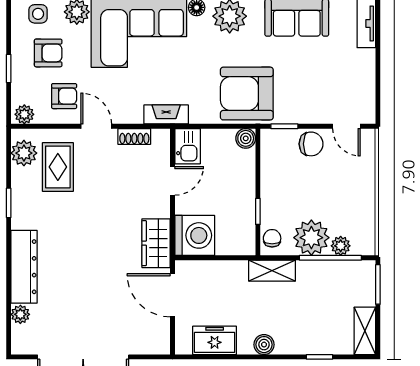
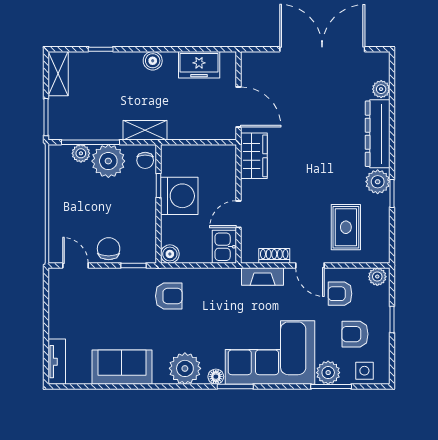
armchair: (247, 94) -> (169, 296), width x0.53, depth x0.53
fireplace: (166, 114) -> (263, 276), moved
chair: (311, 144) -> (109, 249), turned 90
plant: (24, 153) -> (378, 182), moved
washing machine: (195, 235) -> (179, 196), moved, turned 180

